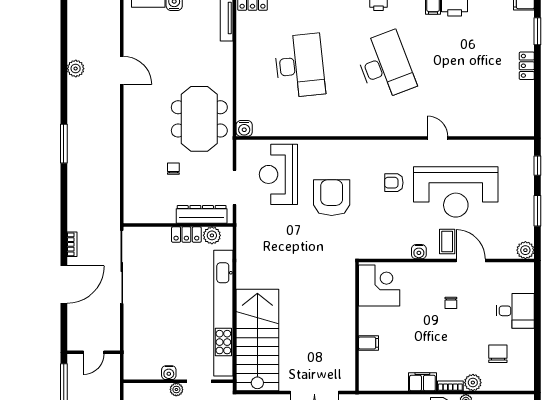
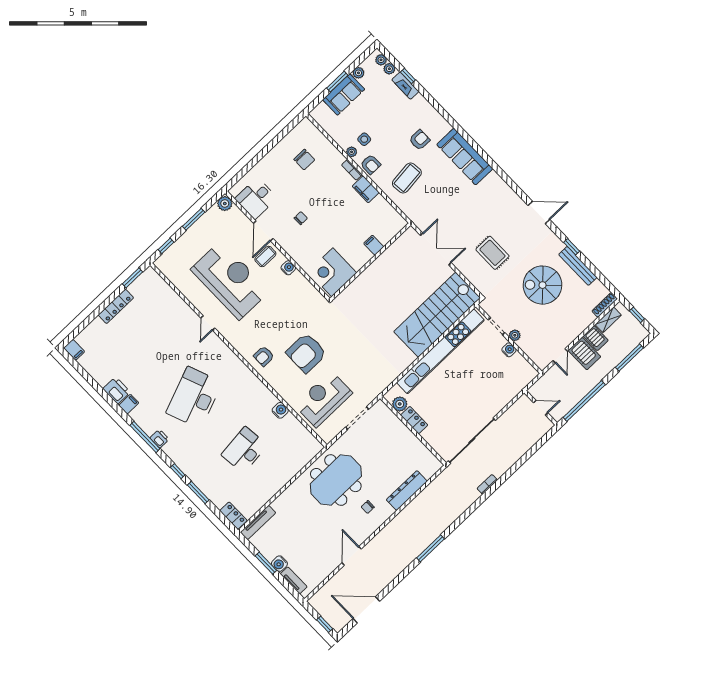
window: (537, 31) -> (133, 278), moved
desk: (300, 66) -> (244, 450), width x0.73, depth x0.77
locker: (527, 66) -> (116, 306), width x1.53
plant: (76, 69) -> (378, 585), removed
water cooler: (244, 128) -> (280, 410), moved
chair: (173, 169) -> (368, 507), moved
reception desk: (278, 174) -> (323, 399), turned 180
armchair: (394, 183) -> (264, 356), moved, turned 90
dresser: (202, 214) -> (407, 491), moved, turned 90
door: (64, 284) -> (366, 610), moved
desk: (515, 311) -> (256, 198), moved, turned -90
chair: (498, 354) -> (304, 160), turned -90
plant: (473, 383) -> (337, 158), removed

